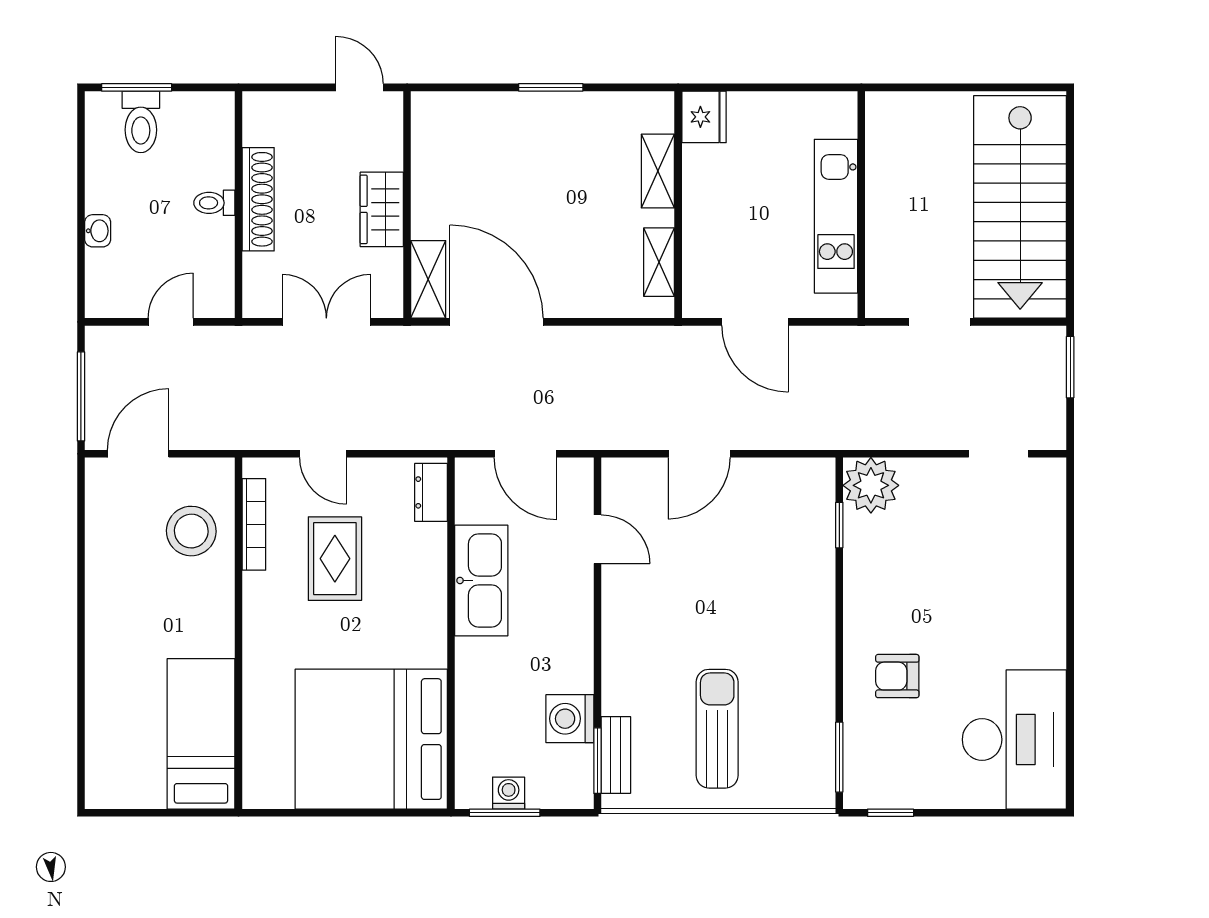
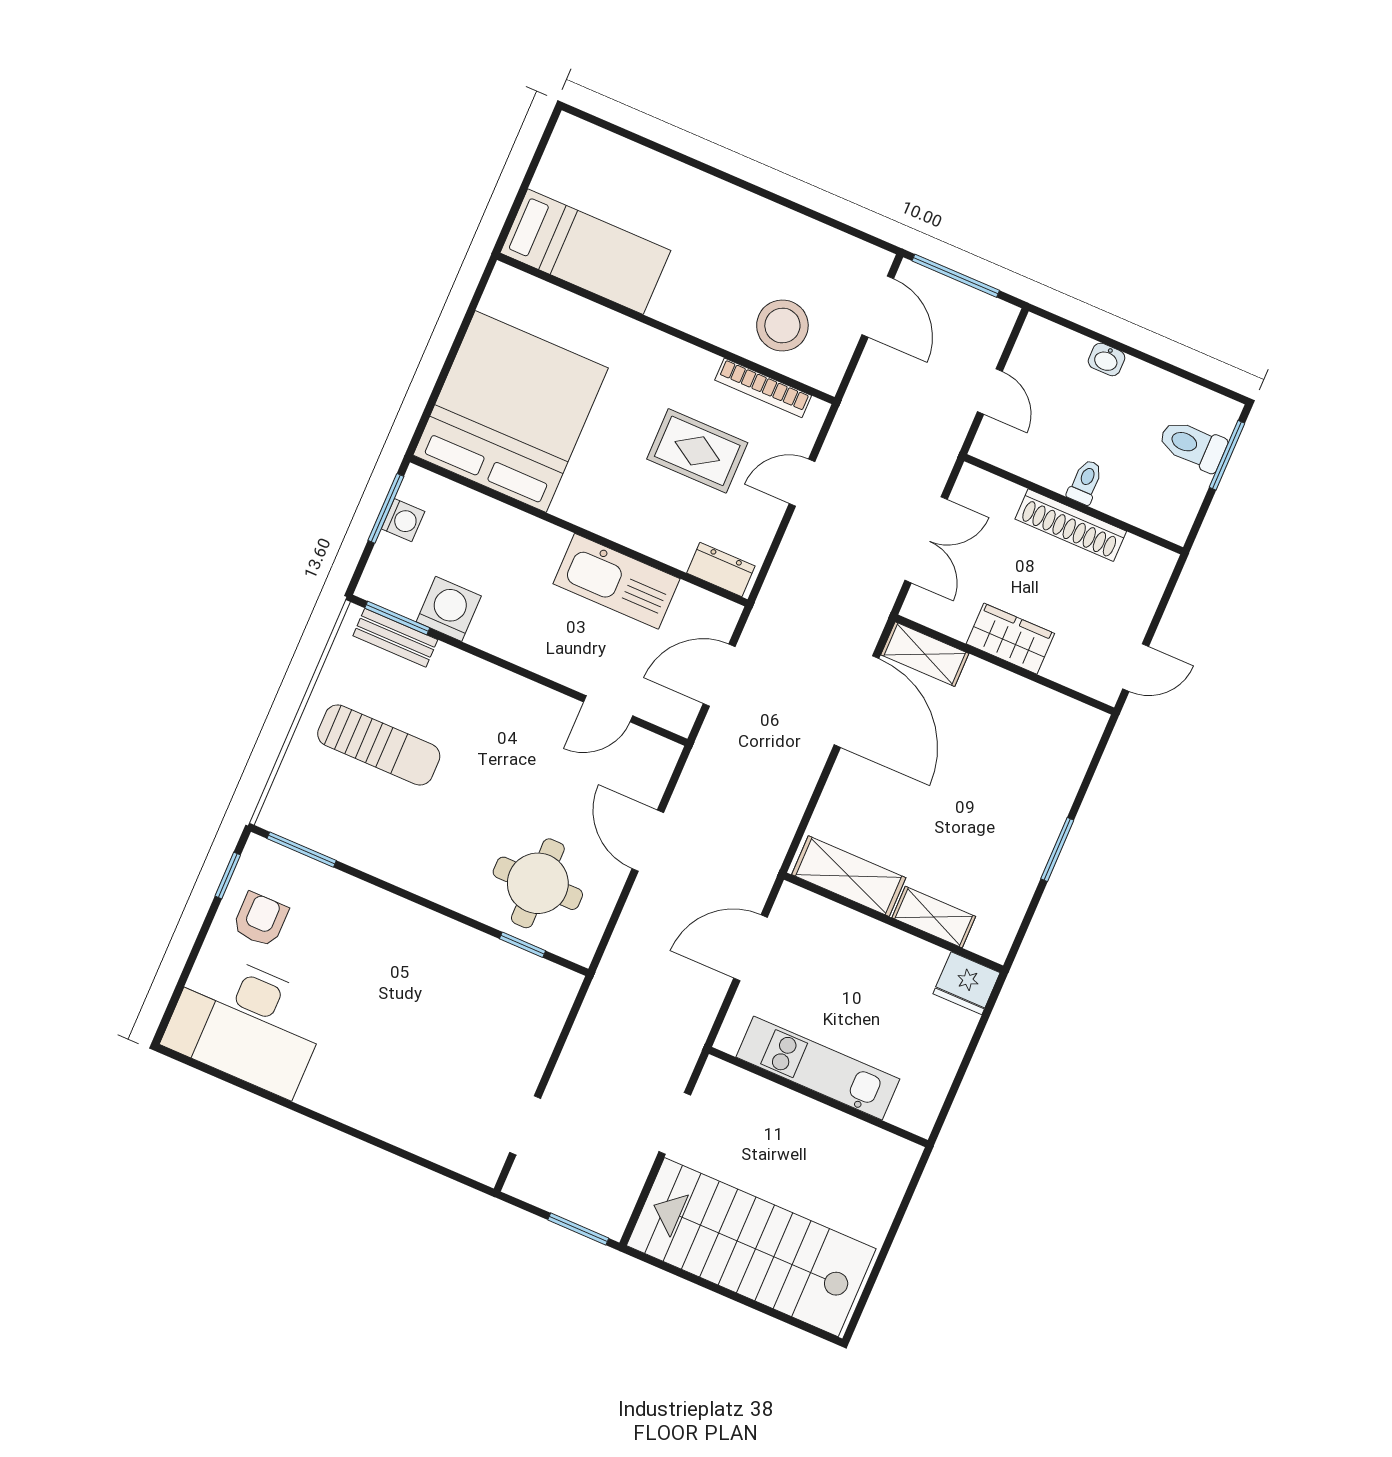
shelving: (659, 262) -> (849, 876), width x1.50, depth x1.33
door: (496, 322) -> (856, 702), hinge flipped
plant: (871, 485) -> (547, 991), removed
round table: (779, 535) -> (538, 883), added
armchair: (897, 676) -> (260, 920), moved

